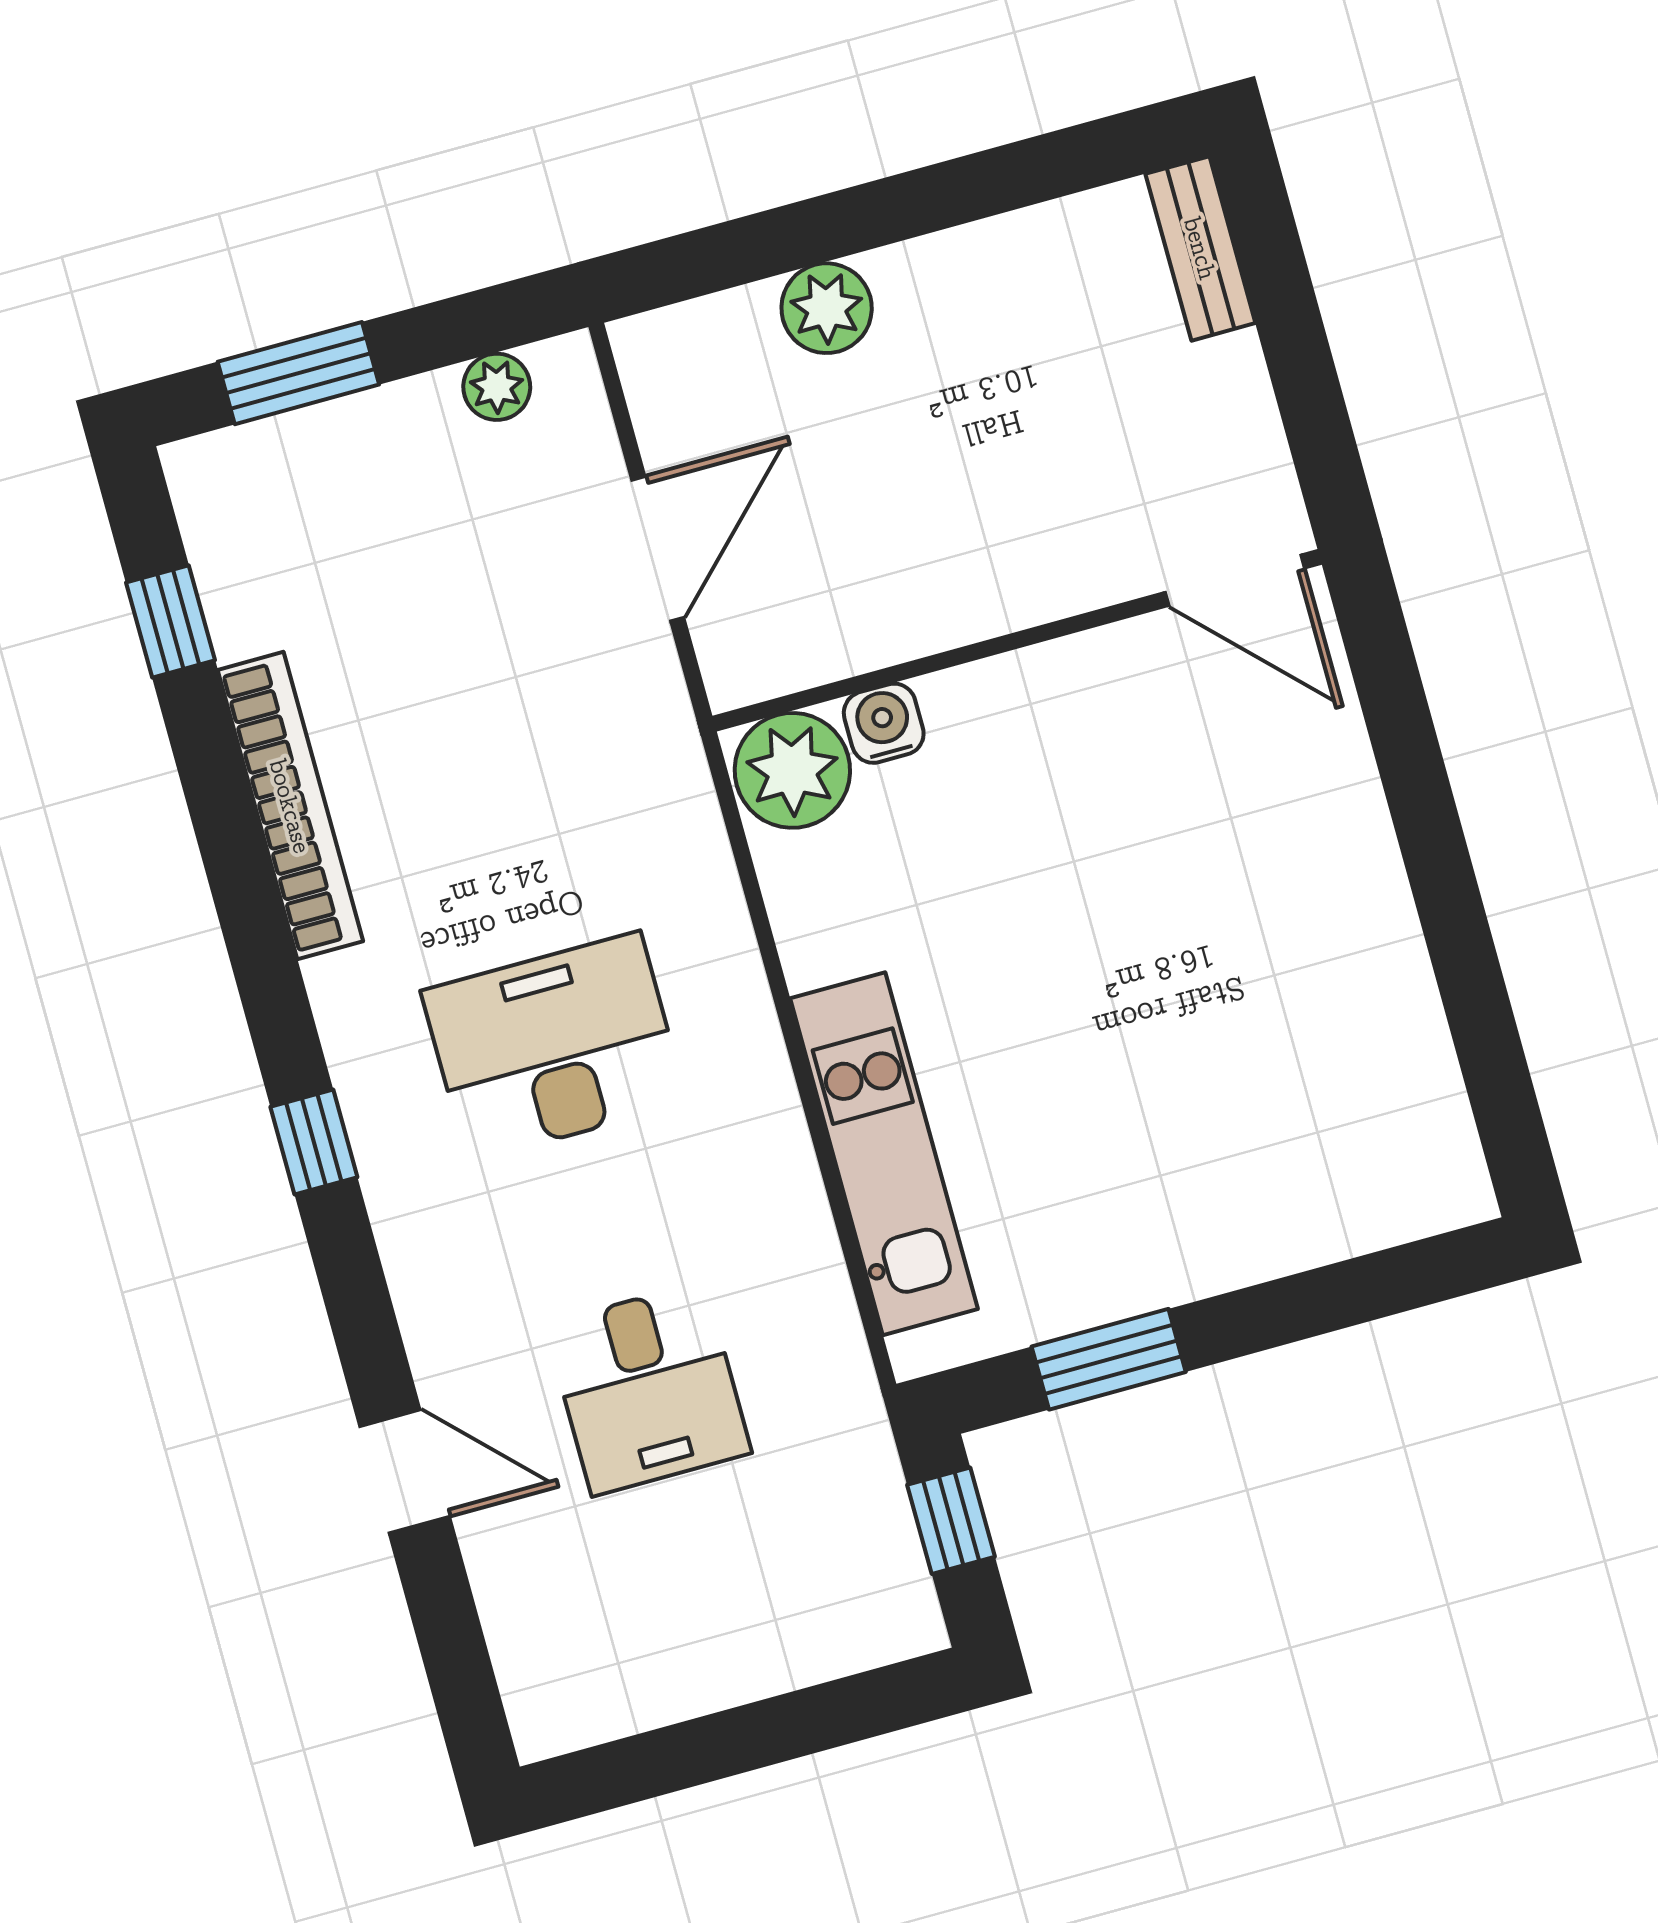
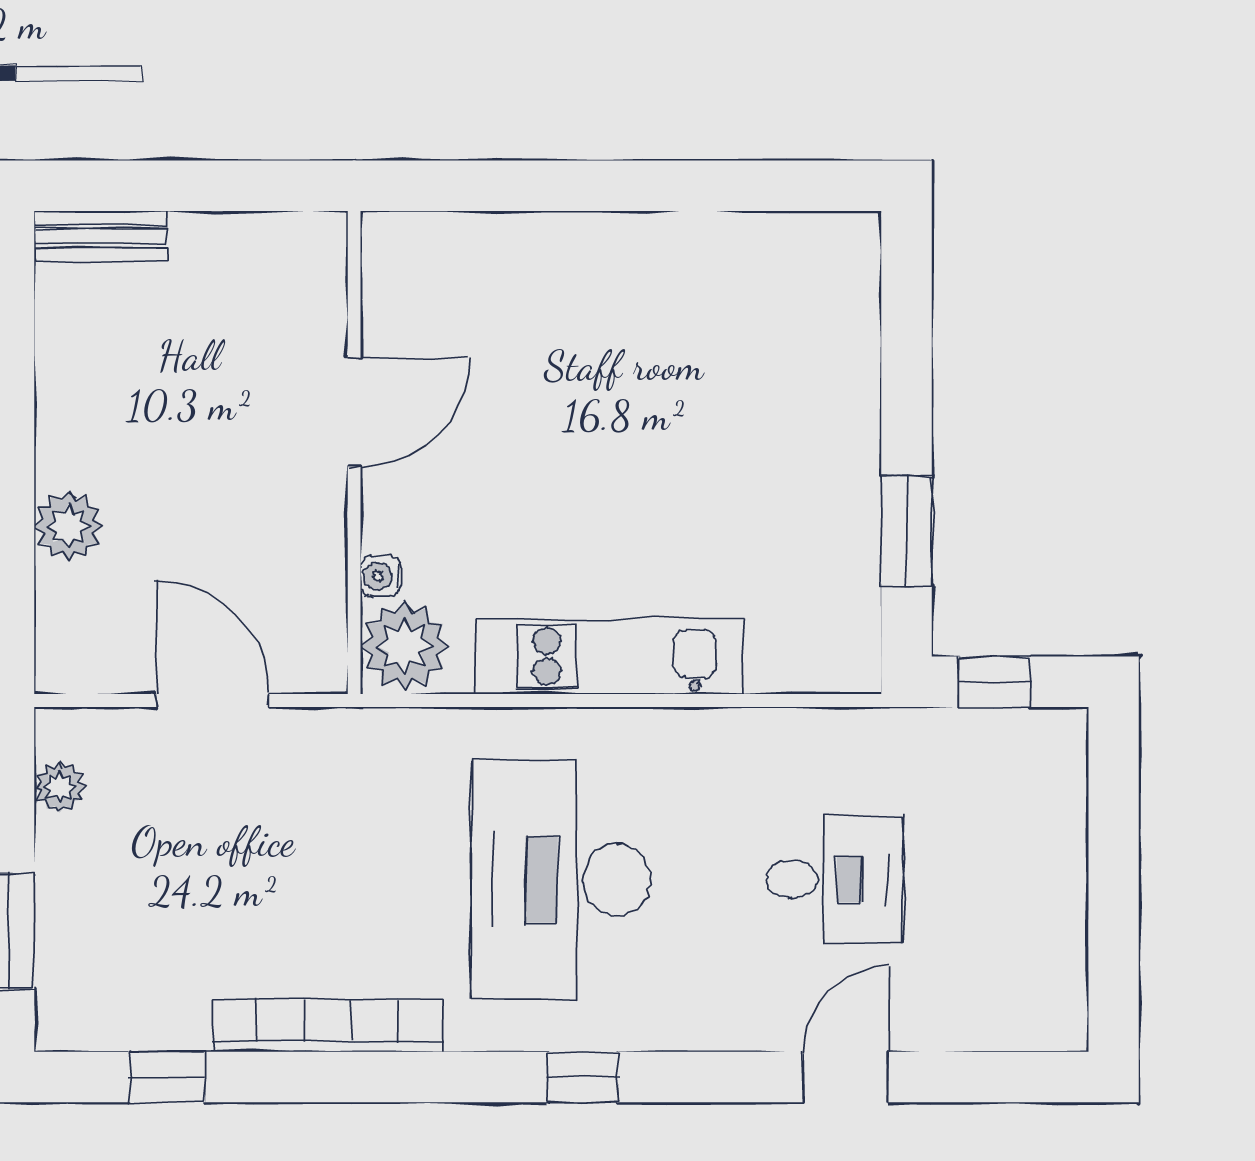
door: (1235, 580) -> (354, 412), moved
water cooler: (884, 723) -> (381, 576), width x0.72, depth x0.72
desk: (554, 1047) -> (561, 879), width x1.36, depth x1.30
kitchen unit: (884, 1154) -> (609, 656), moved

